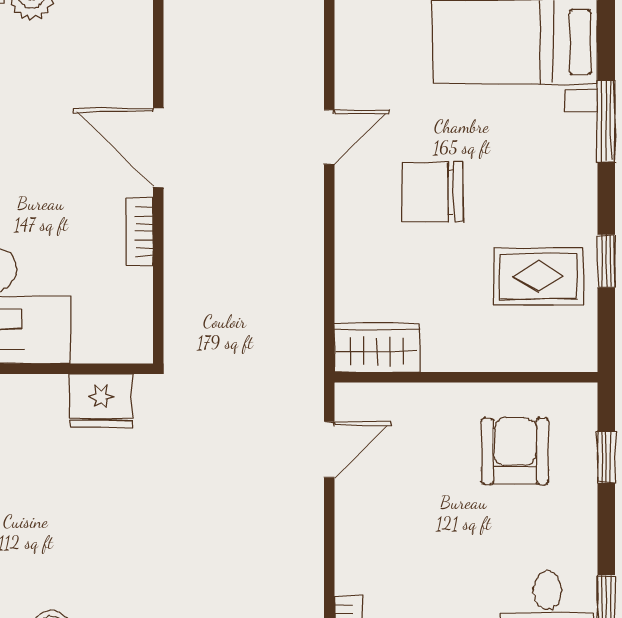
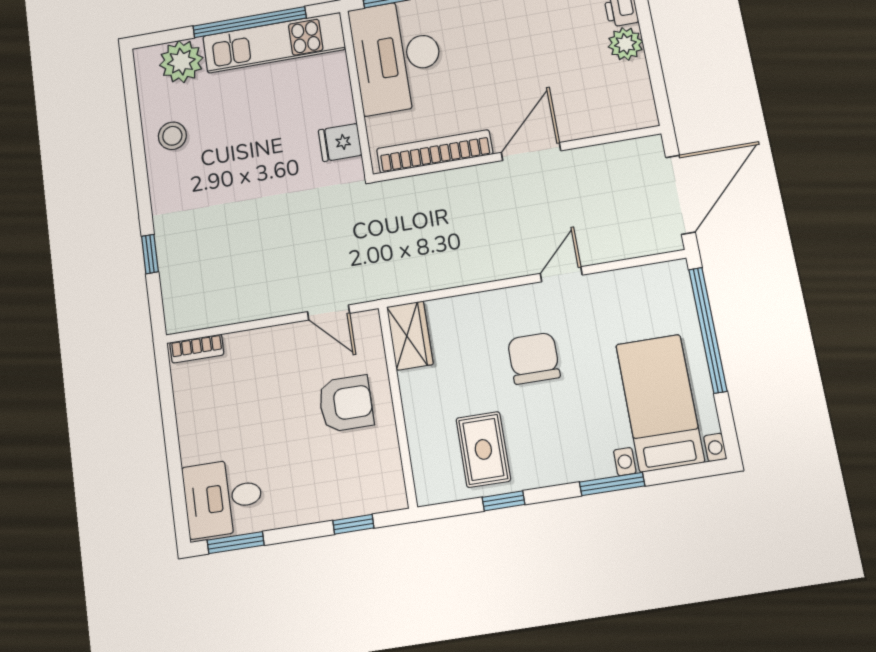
door: (329, 137) -> (561, 274), swing flipped
bookcase: (140, 232) -> (435, 151), width x2.31, depth x1.31
fridge: (101, 401) -> (340, 143), width x0.72
armchair: (515, 451) -> (346, 404), moved

